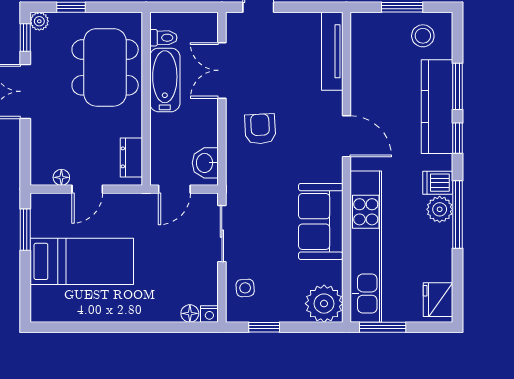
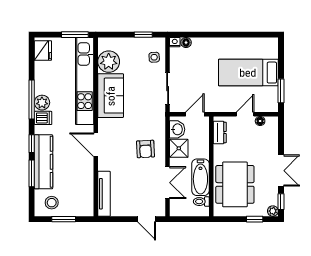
shower: (202, 130) -> (179, 148), added
plant: (324, 304) -> (109, 62), moved

